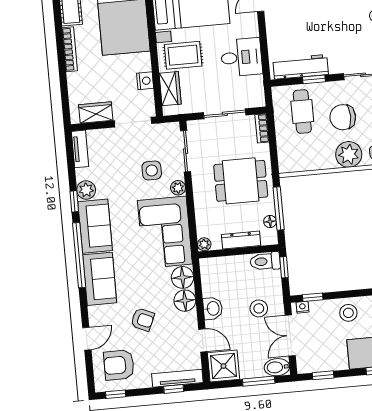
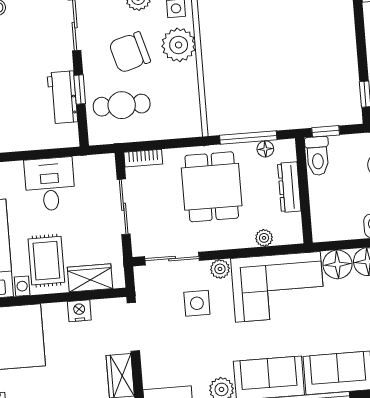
workbench: (301, 67) -> (62, 97), width x0.73
chair: (343, 117) -> (130, 52), turned 74
plant: (204, 244) -> (264, 238), moved

